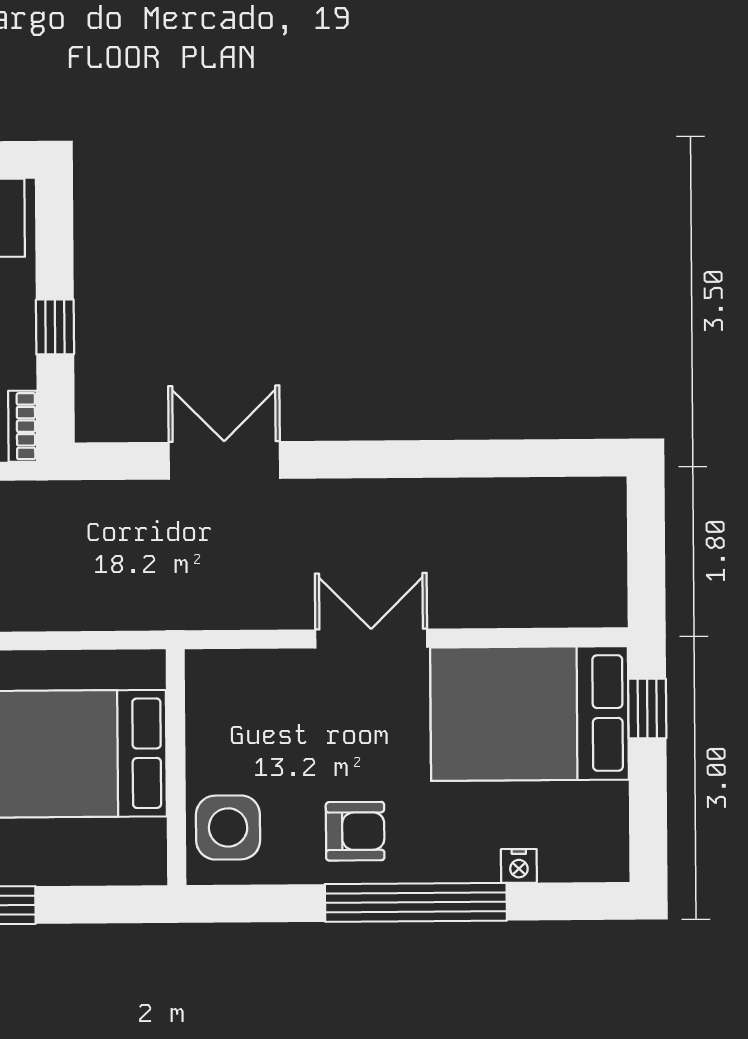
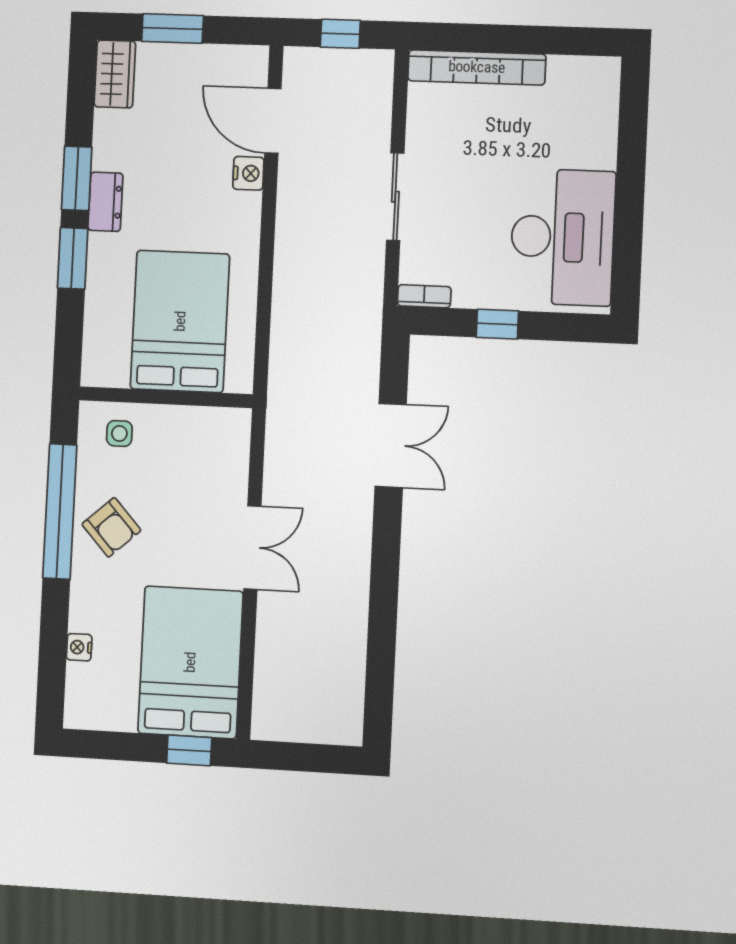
side table: (228, 827) -> (119, 433), width x0.54, depth x0.54
armchair: (355, 831) -> (111, 527), turned -42
window: (416, 902) -> (60, 511), moved

